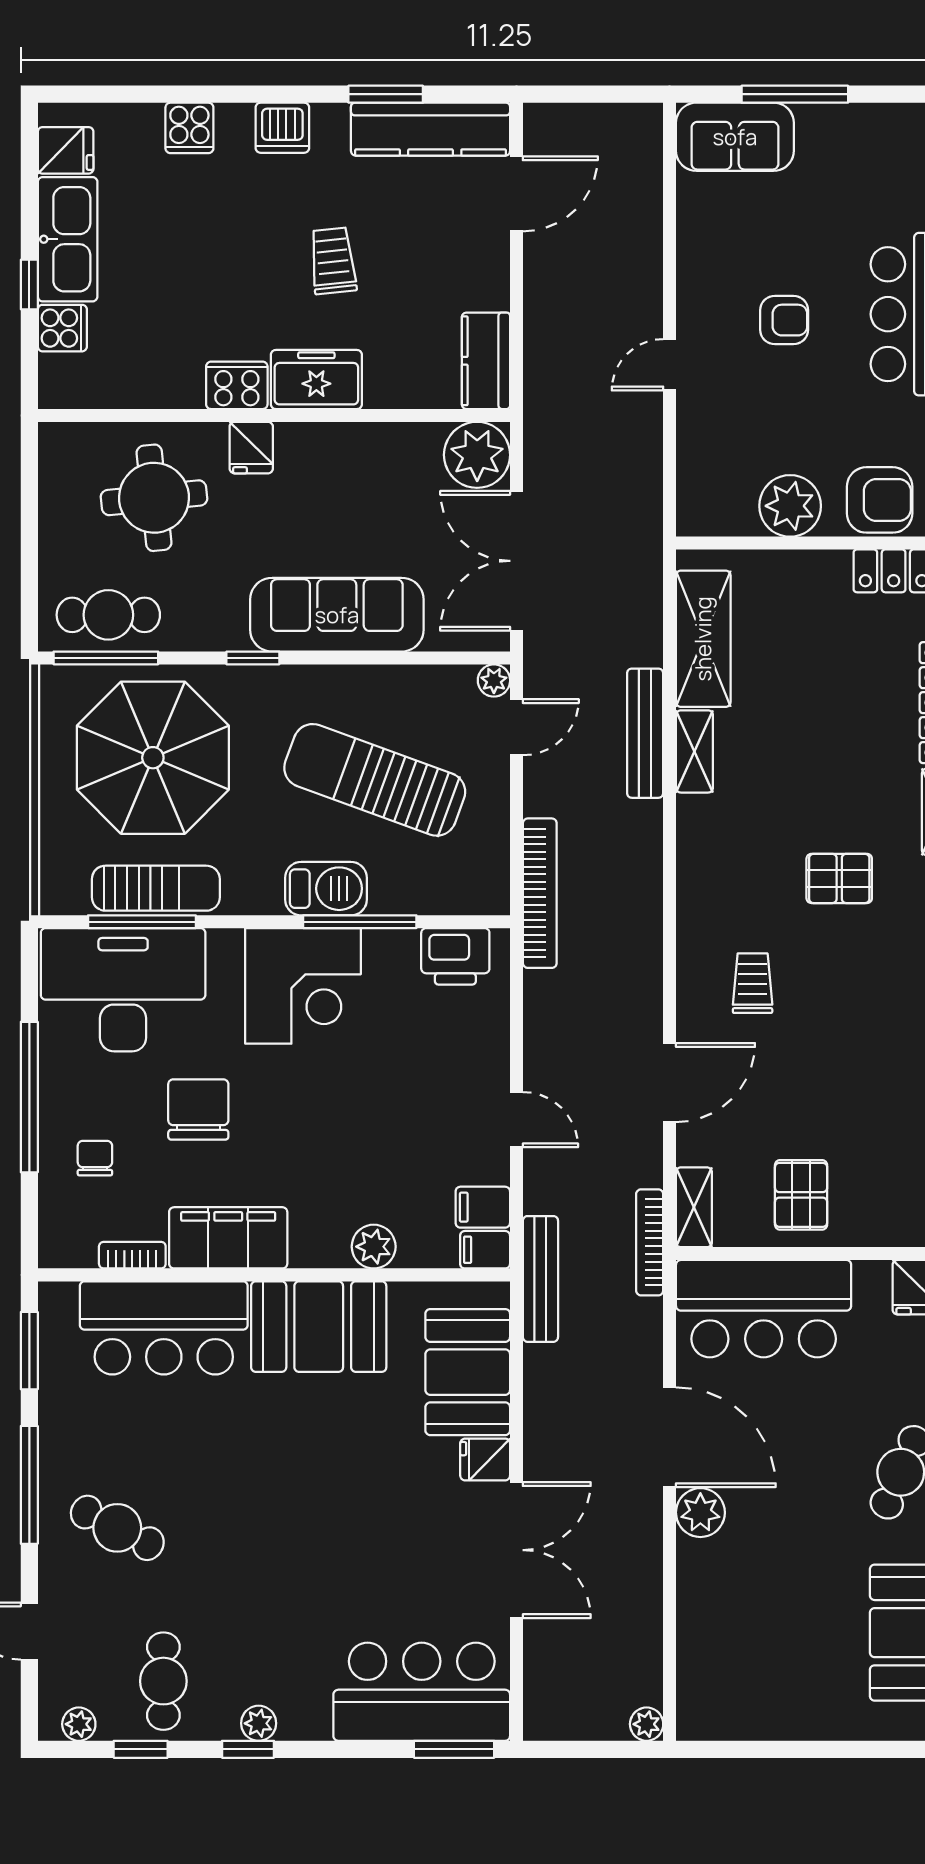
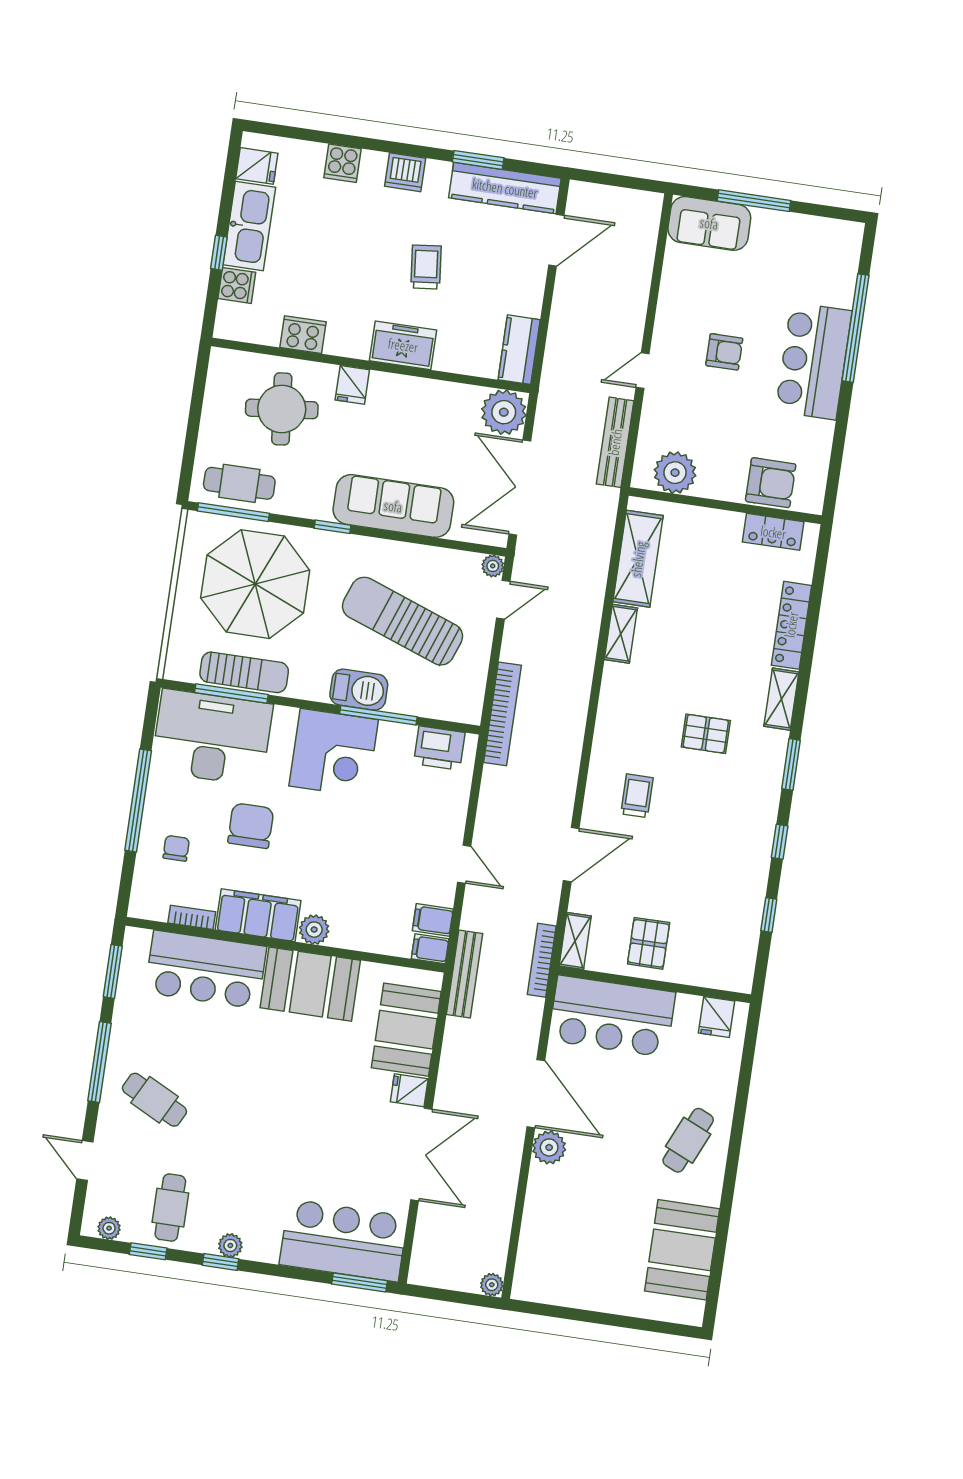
cooker: (237, 385) -> (303, 335), moved
plant: (790, 506) -> (675, 473), moved
bench: (645, 733) -> (615, 442), moved
plant: (374, 1247) -> (314, 930), moved

